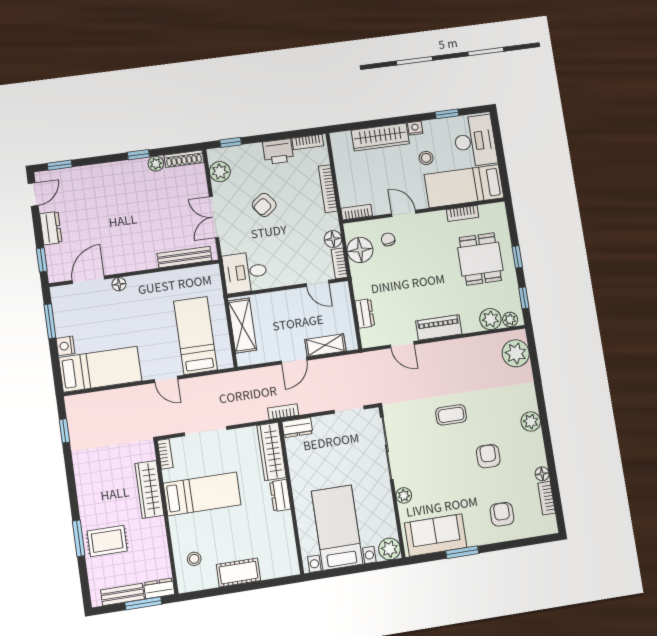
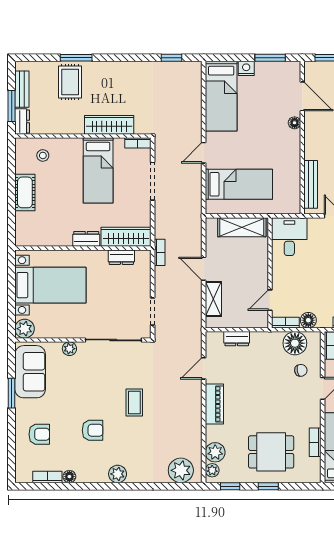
dresser: (297, 428) -> (121, 257), moved, turned -90

